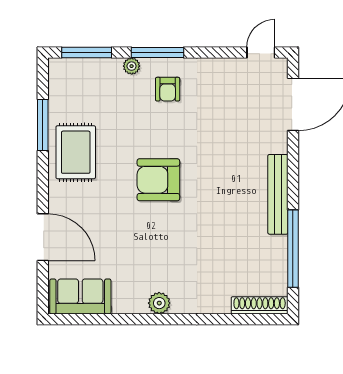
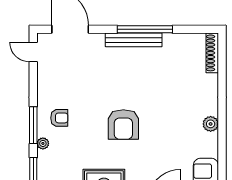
window: (293, 249) -> (145, 29), moved

